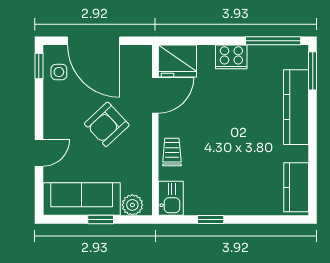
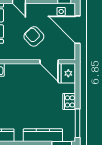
door: (94, 41) -> (78, 30), hinge flipped
trolley: (172, 152) -> (19, 70), removed

